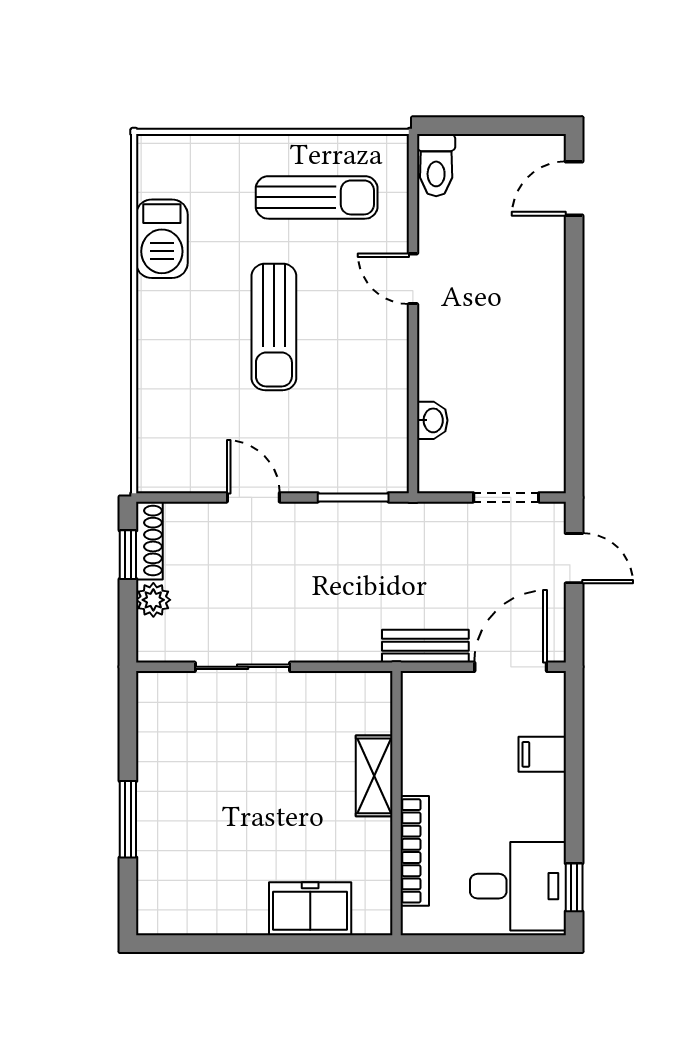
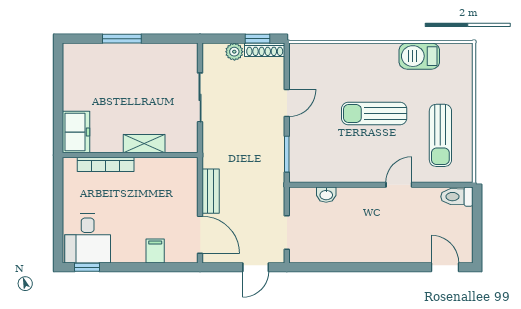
shelving: (374, 776) -> (144, 144), moved
wall: (396, 803) -> (130, 155), moved
bookcase: (415, 851) -> (106, 164), moved

